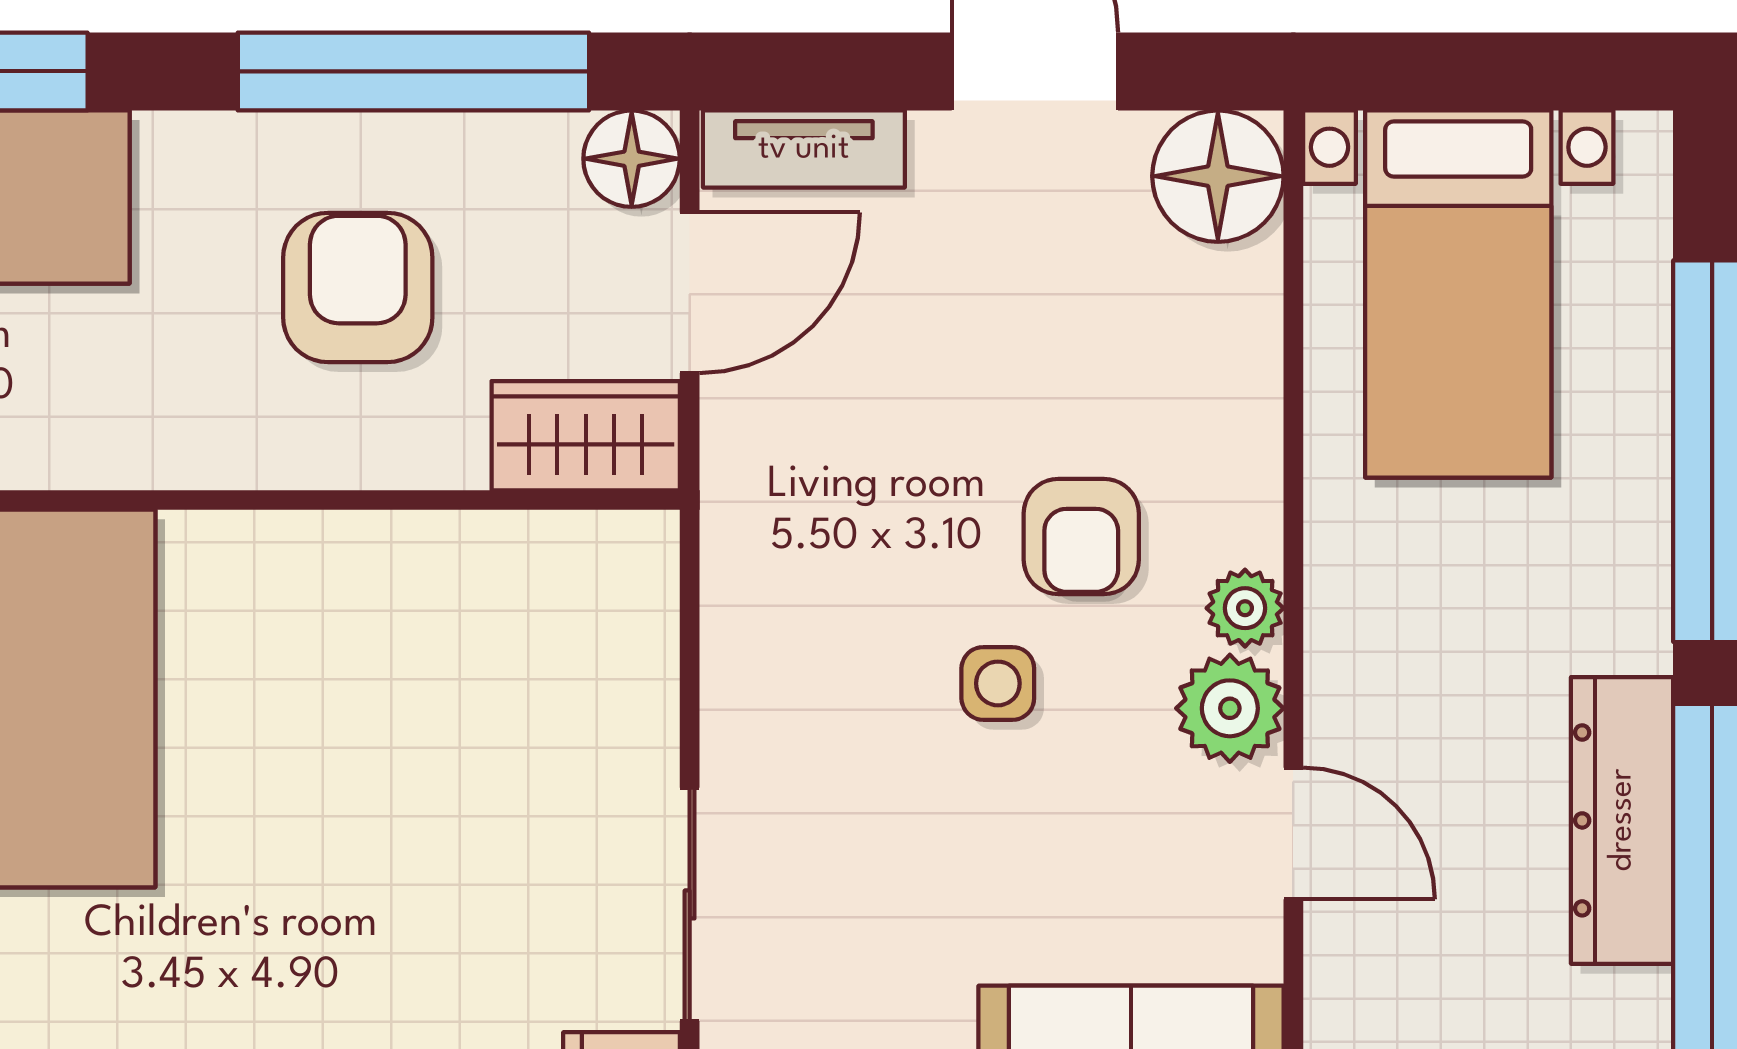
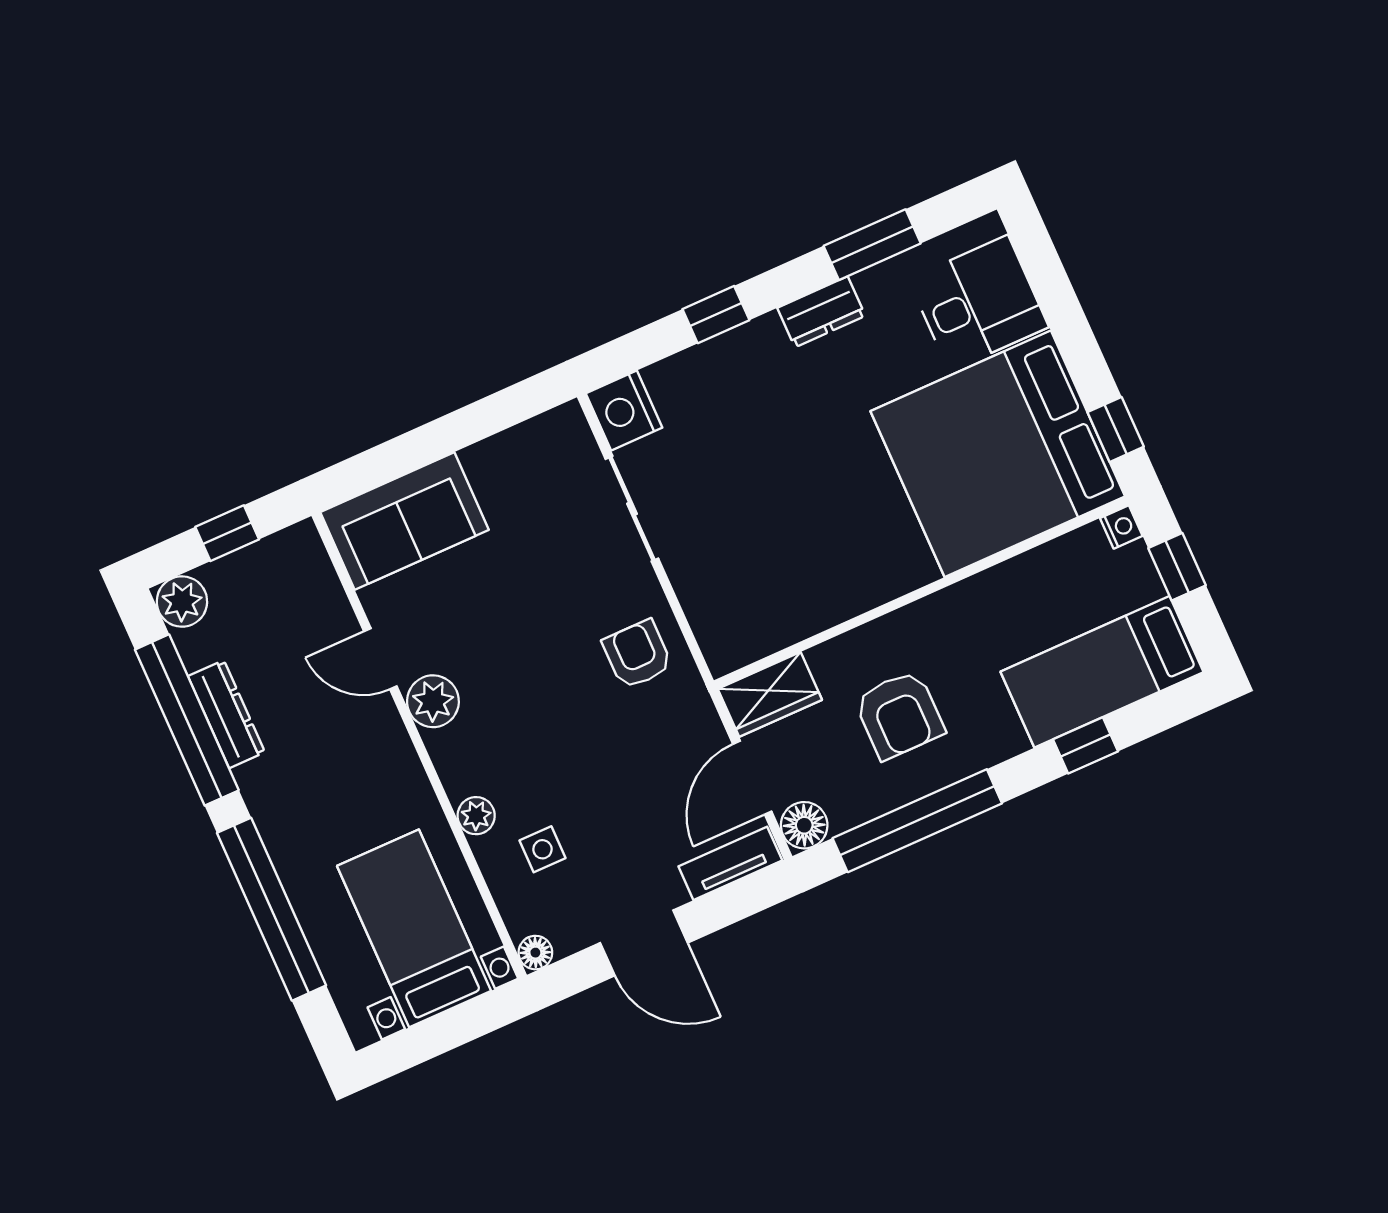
floor lamp: (1218, 176) -> (535, 953), width x0.53, depth x0.53
armchair: (1081, 537) -> (637, 654), moved
plant: (1245, 608) -> (476, 816), moved
side table: (998, 683) -> (542, 849), moved
dresser: (1622, 820) -> (226, 714), width x0.73, depth x0.80

